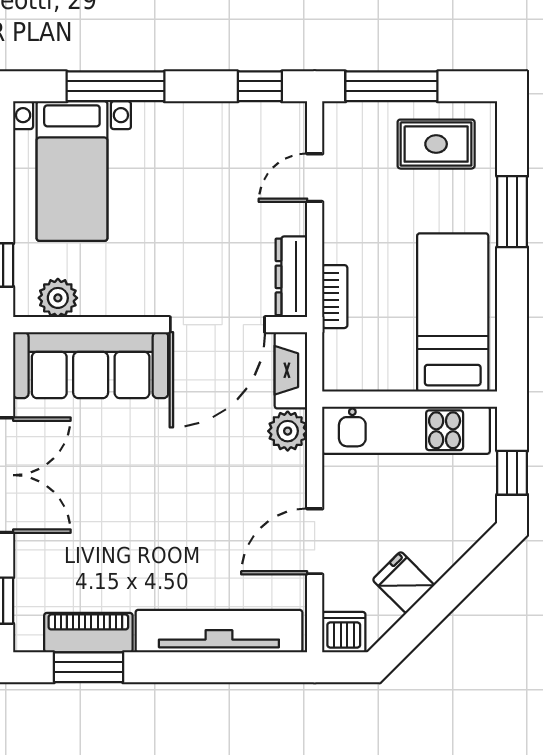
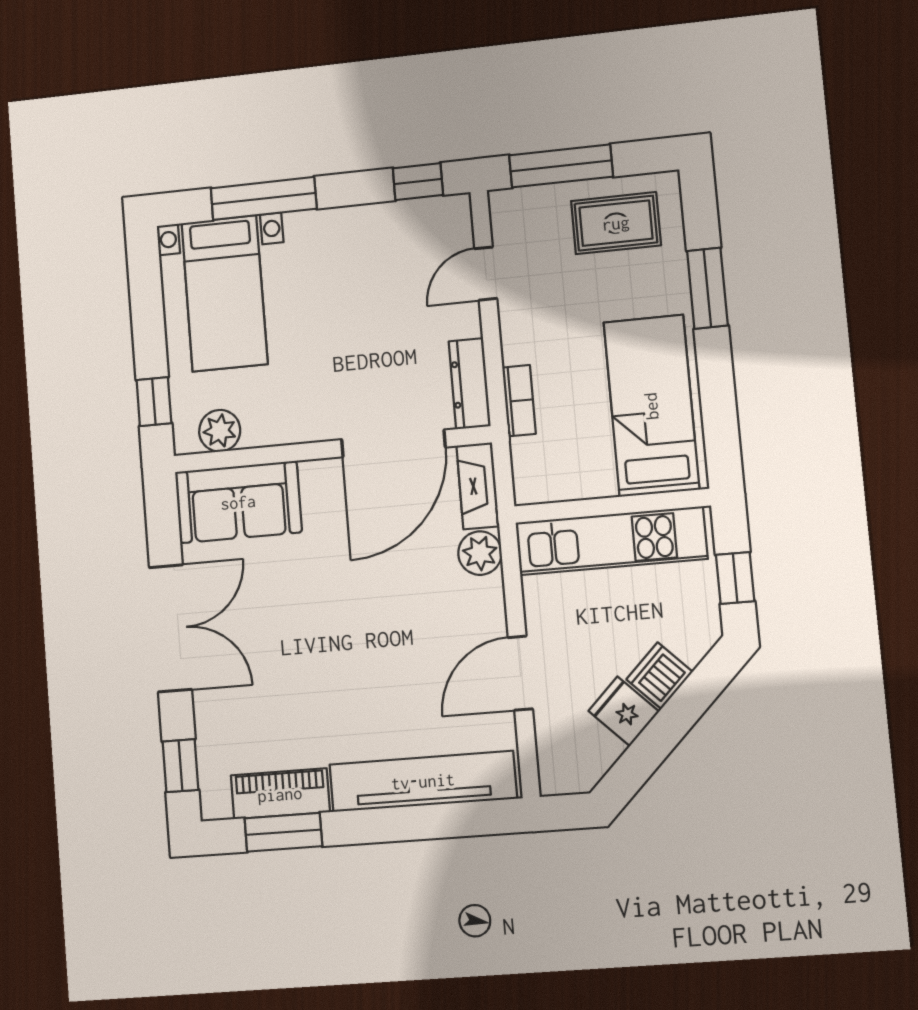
sofa: (91, 365) -> (238, 502), width x0.73
dishwasher: (344, 632) -> (660, 676), moved, turned -45

